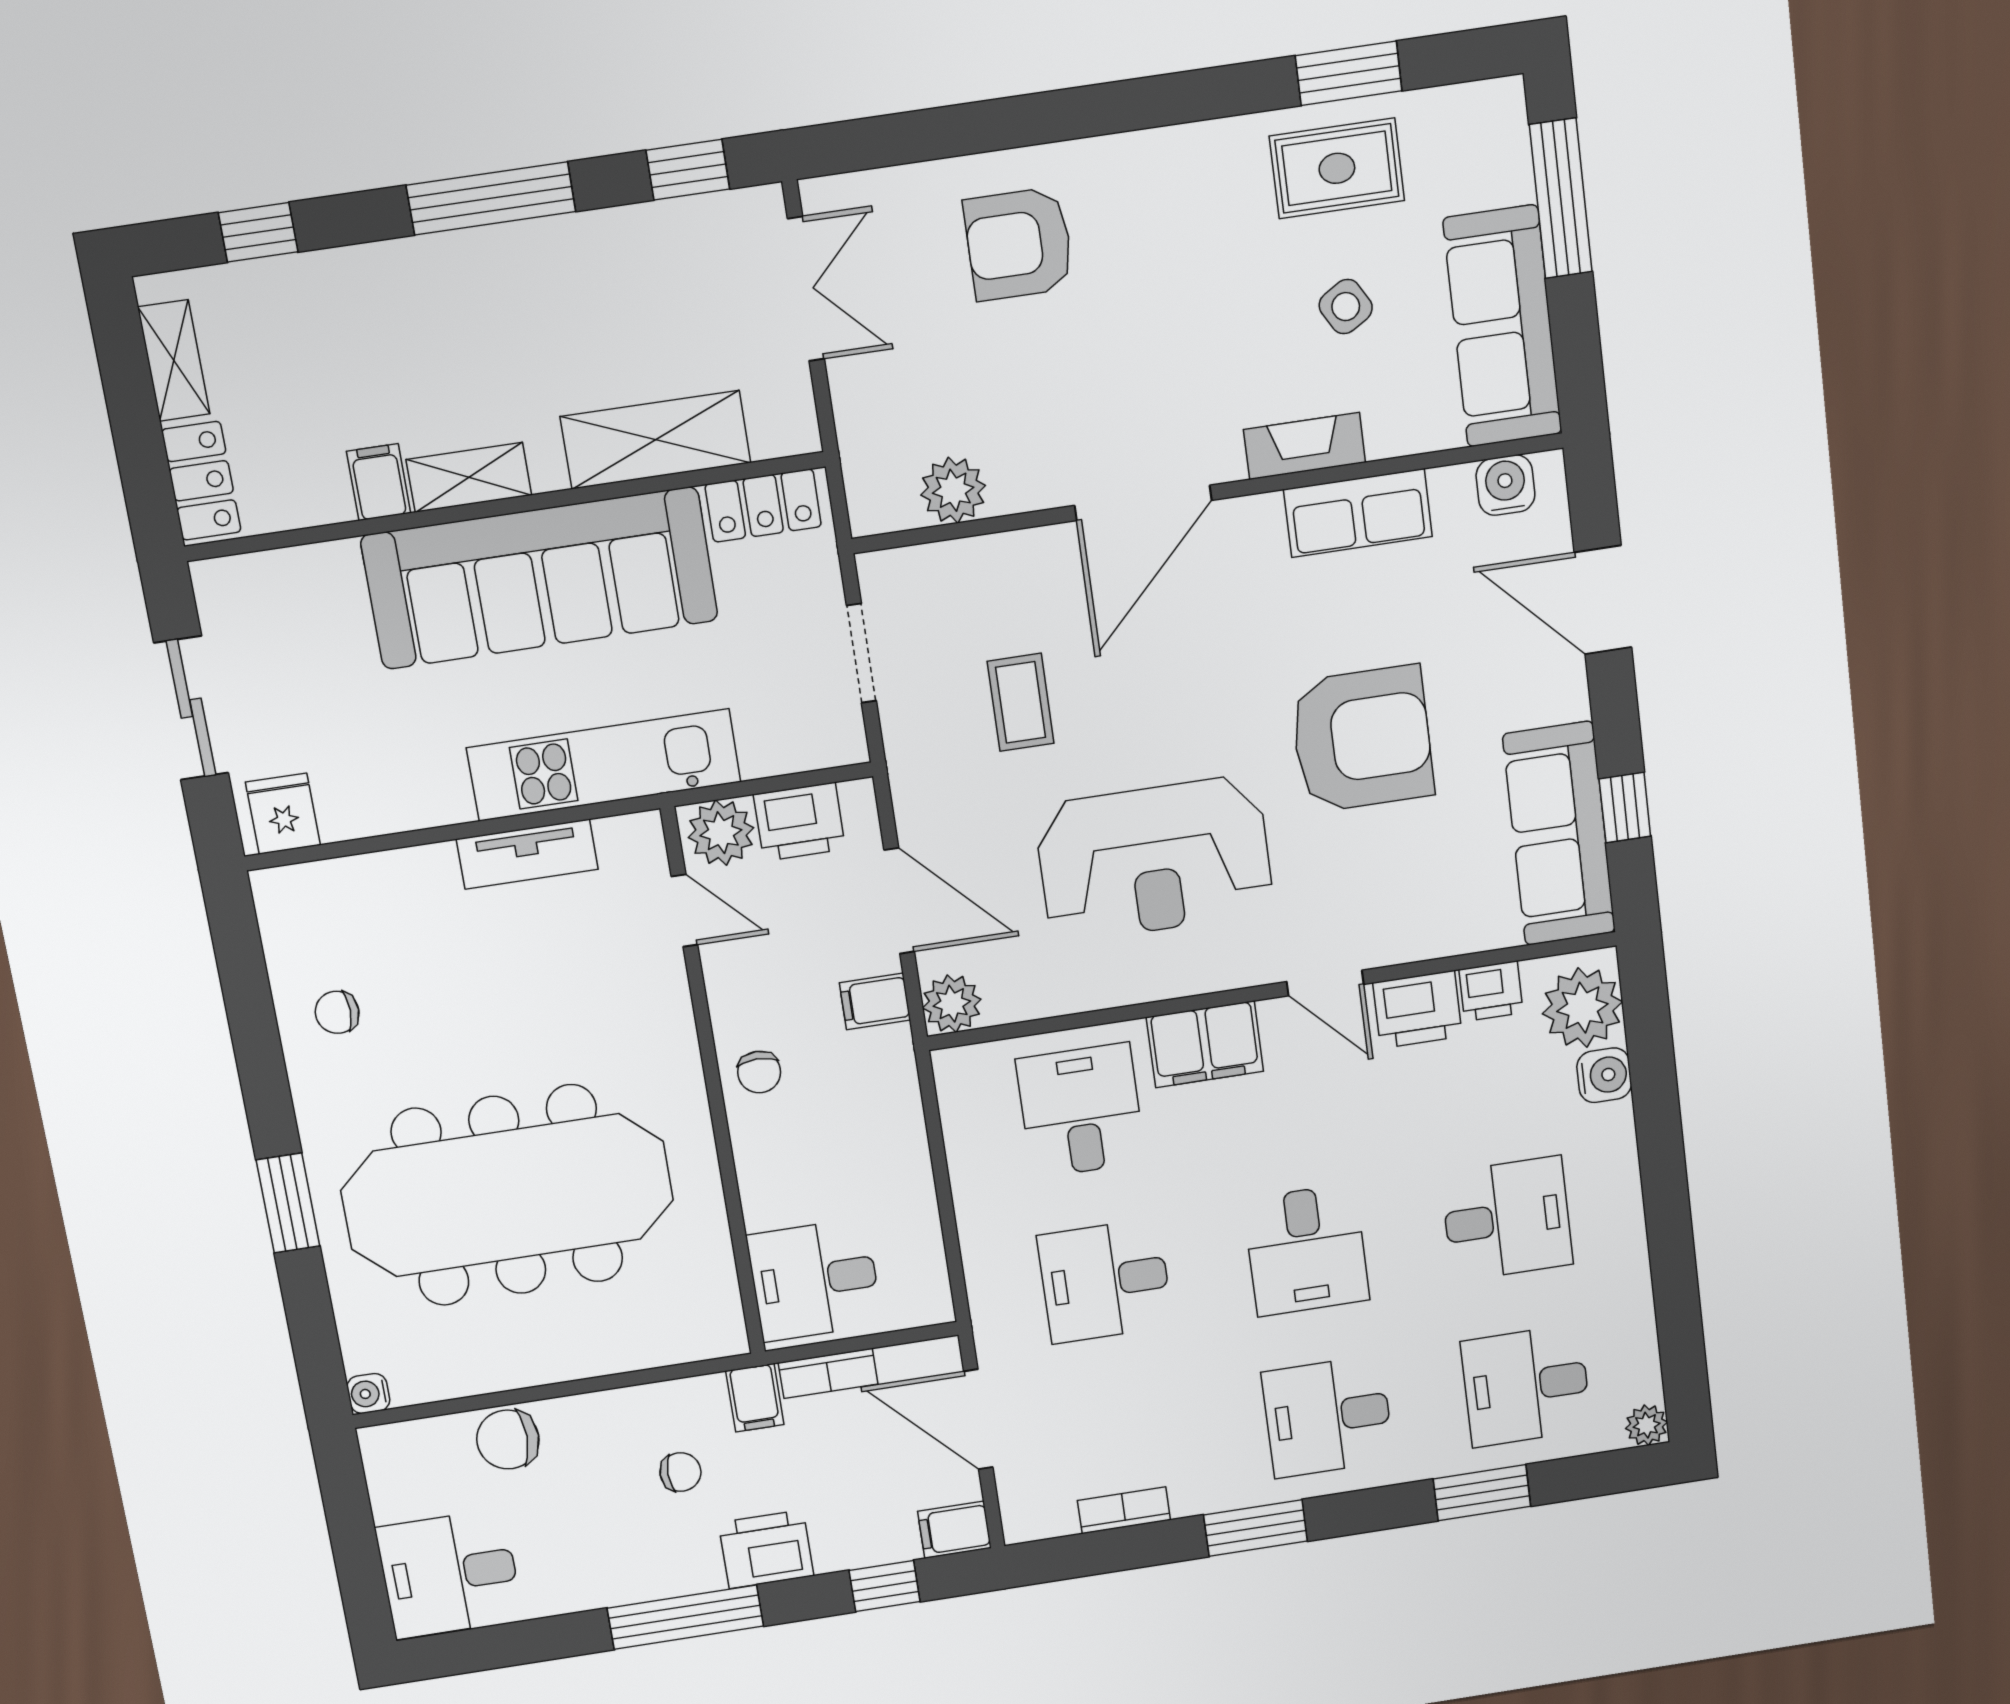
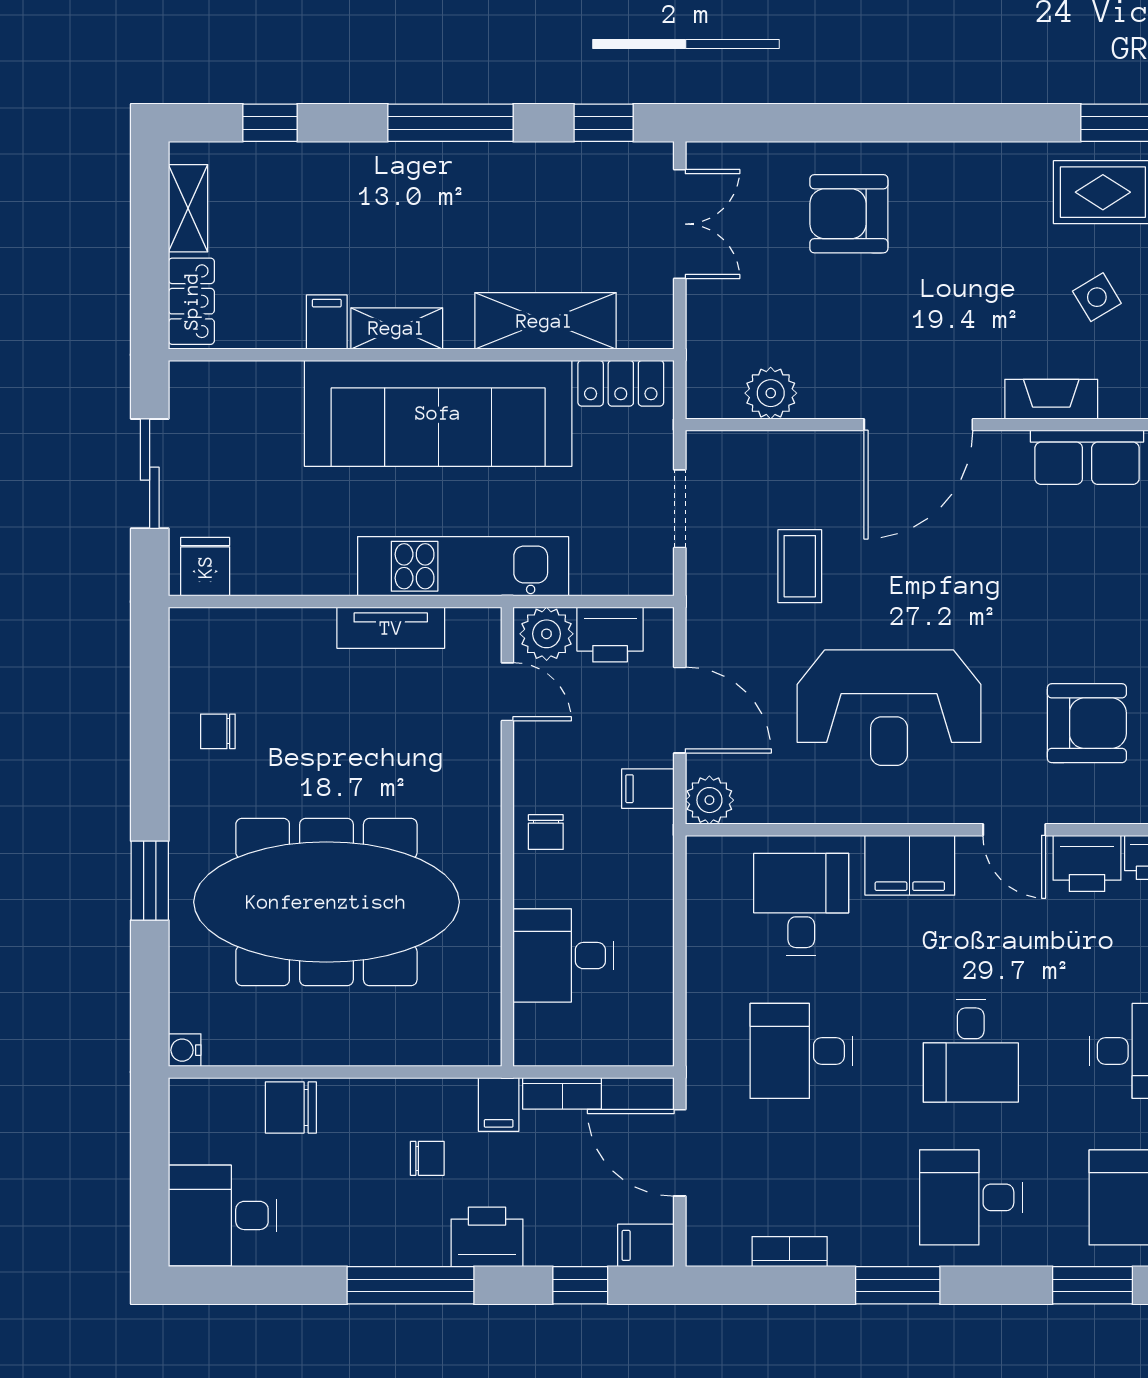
armchair: (1362, 739) -> (1087, 723), moved, width x0.73, depth x0.73
desk: (815, 1280) -> (563, 956), moved

